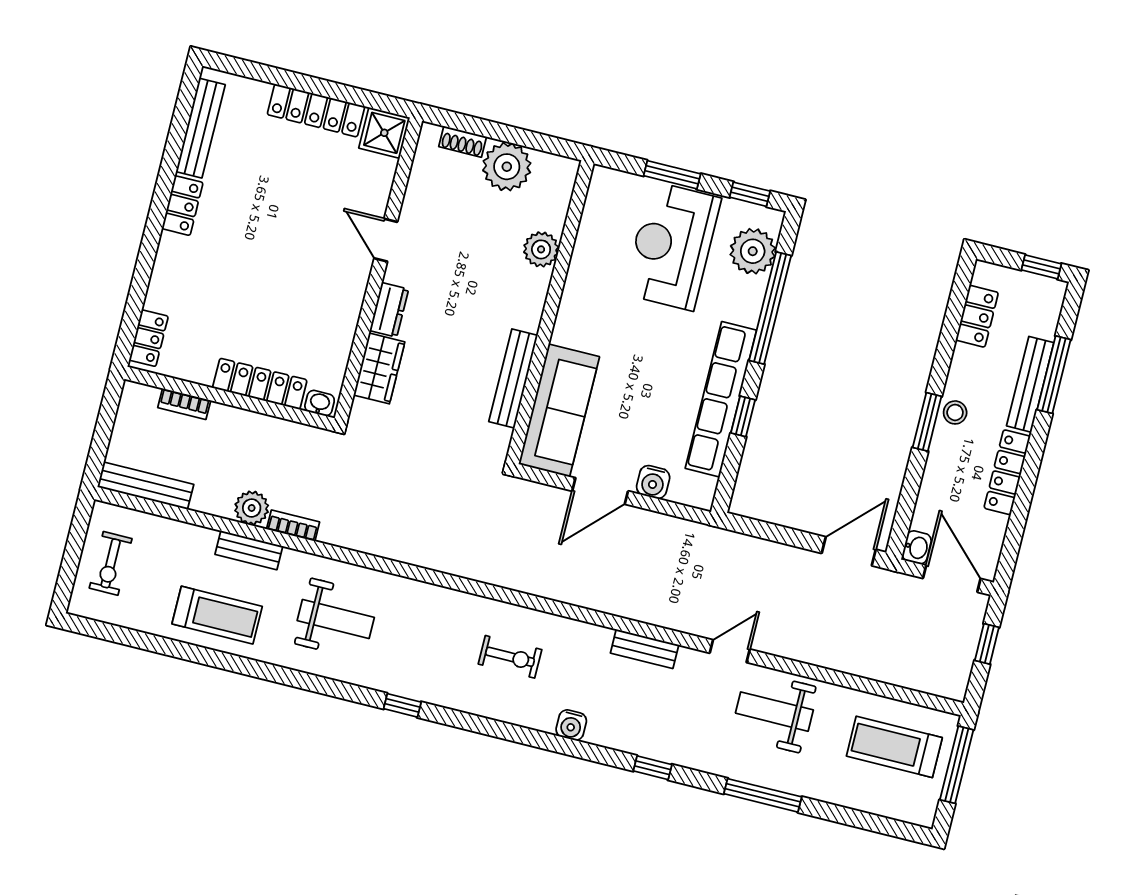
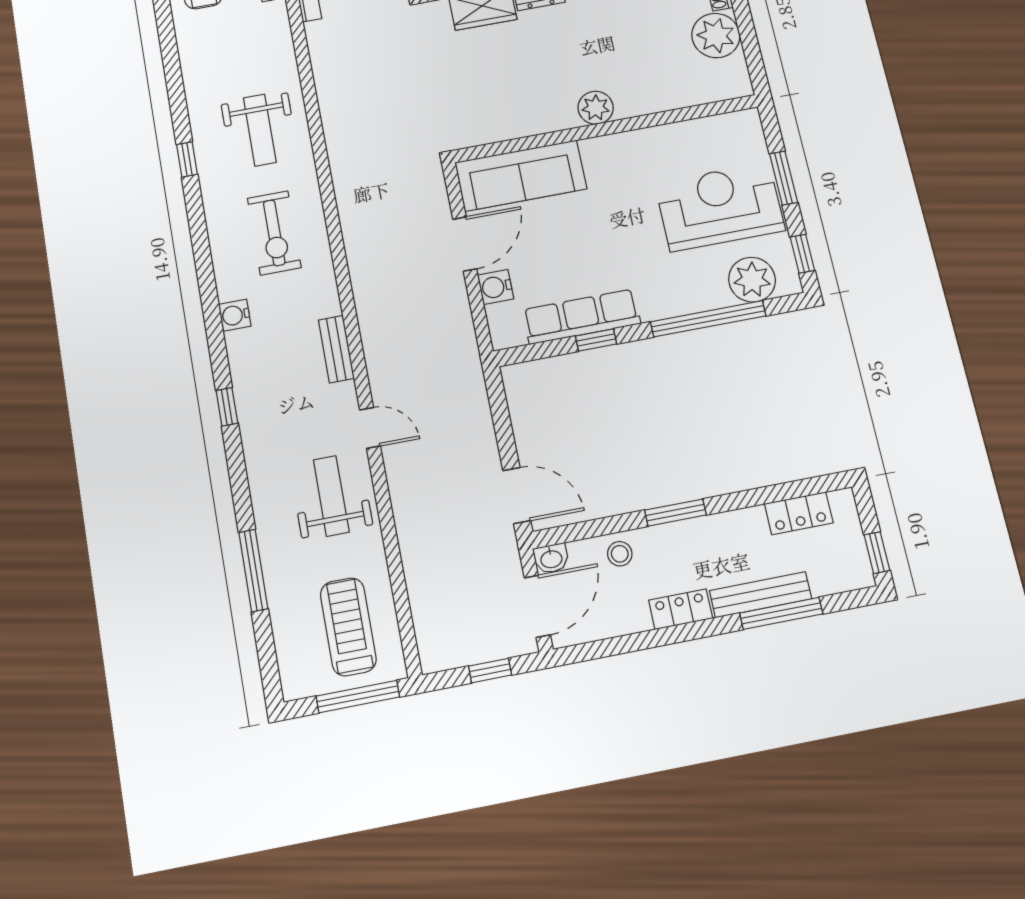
plant: (541, 249) -> (596, 108), moved
bench: (513, 378) -> (530, 124), removed
row of seats: (721, 399) -> (581, 317), width x0.73
stool: (955, 412) -> (620, 554), moved
locker: (1007, 472) -> (681, 609), width x0.66
door: (600, 491) -> (465, 244), swing flipped
weight bench: (336, 619) -> (260, 130), moved
exercise bike: (510, 657) -> (274, 233), width x1.38, depth x1.39
window: (763, 795) -> (253, 570), moved

